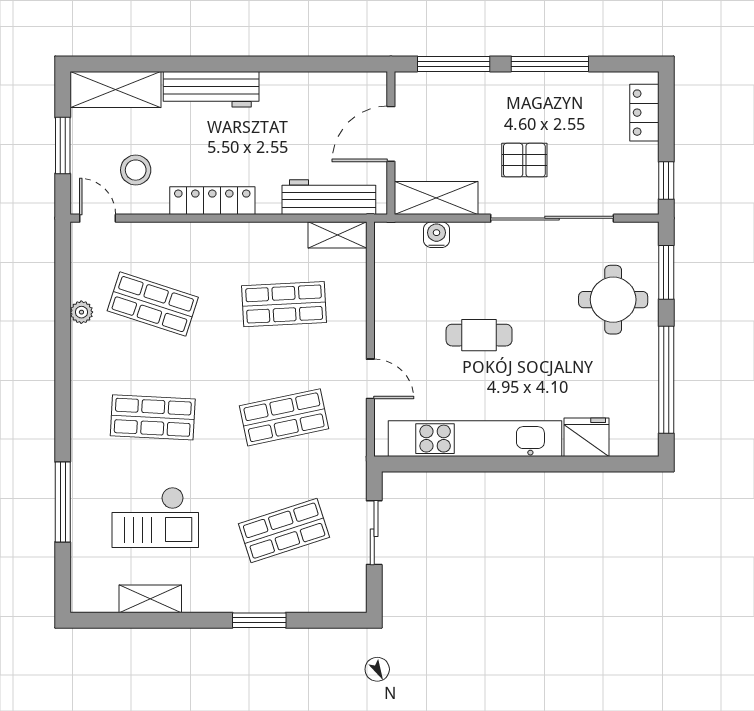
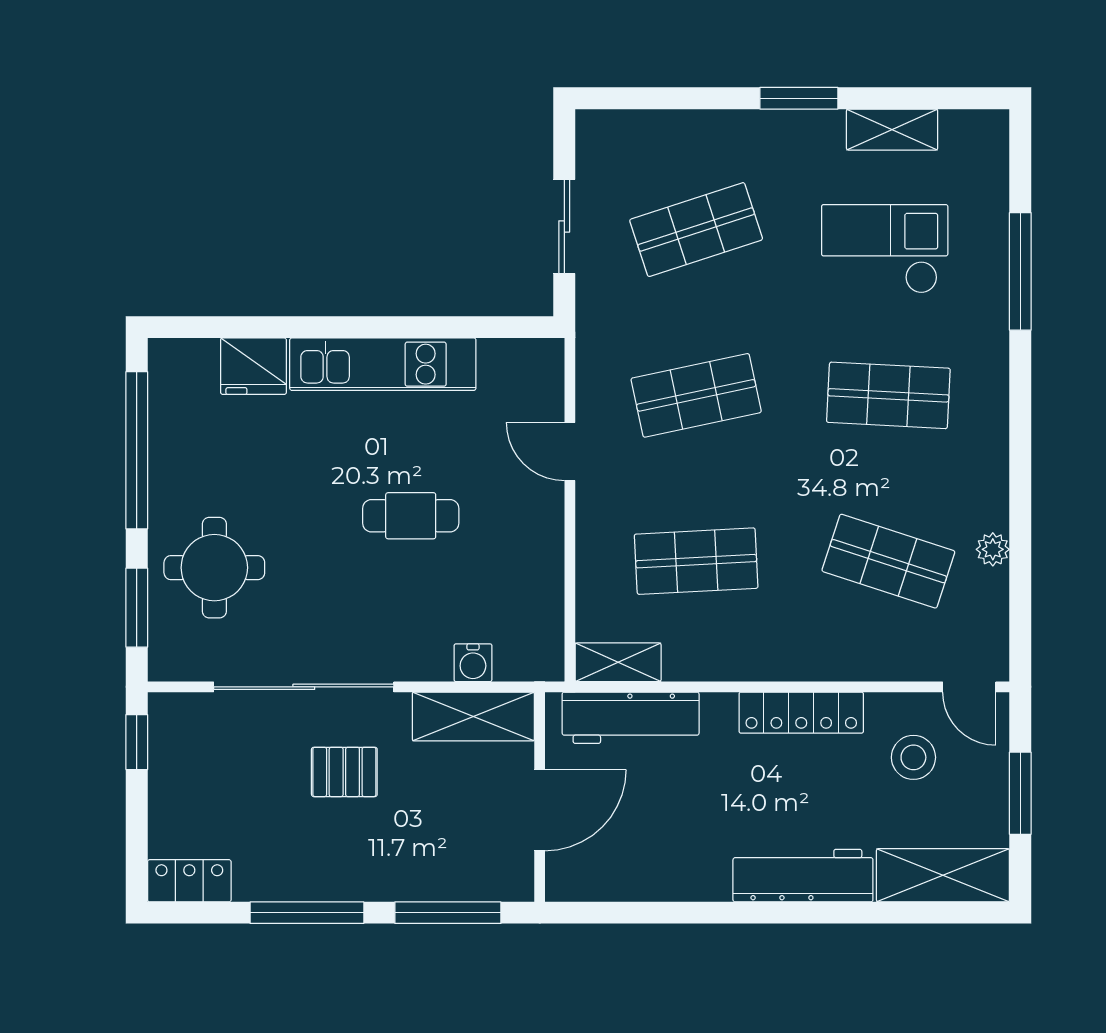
locker: (644, 113) -> (189, 881), moved, turned -90
kitchen unit: (475, 439) -> (383, 364), width x0.73
window: (259, 620) -> (799, 98), moved

